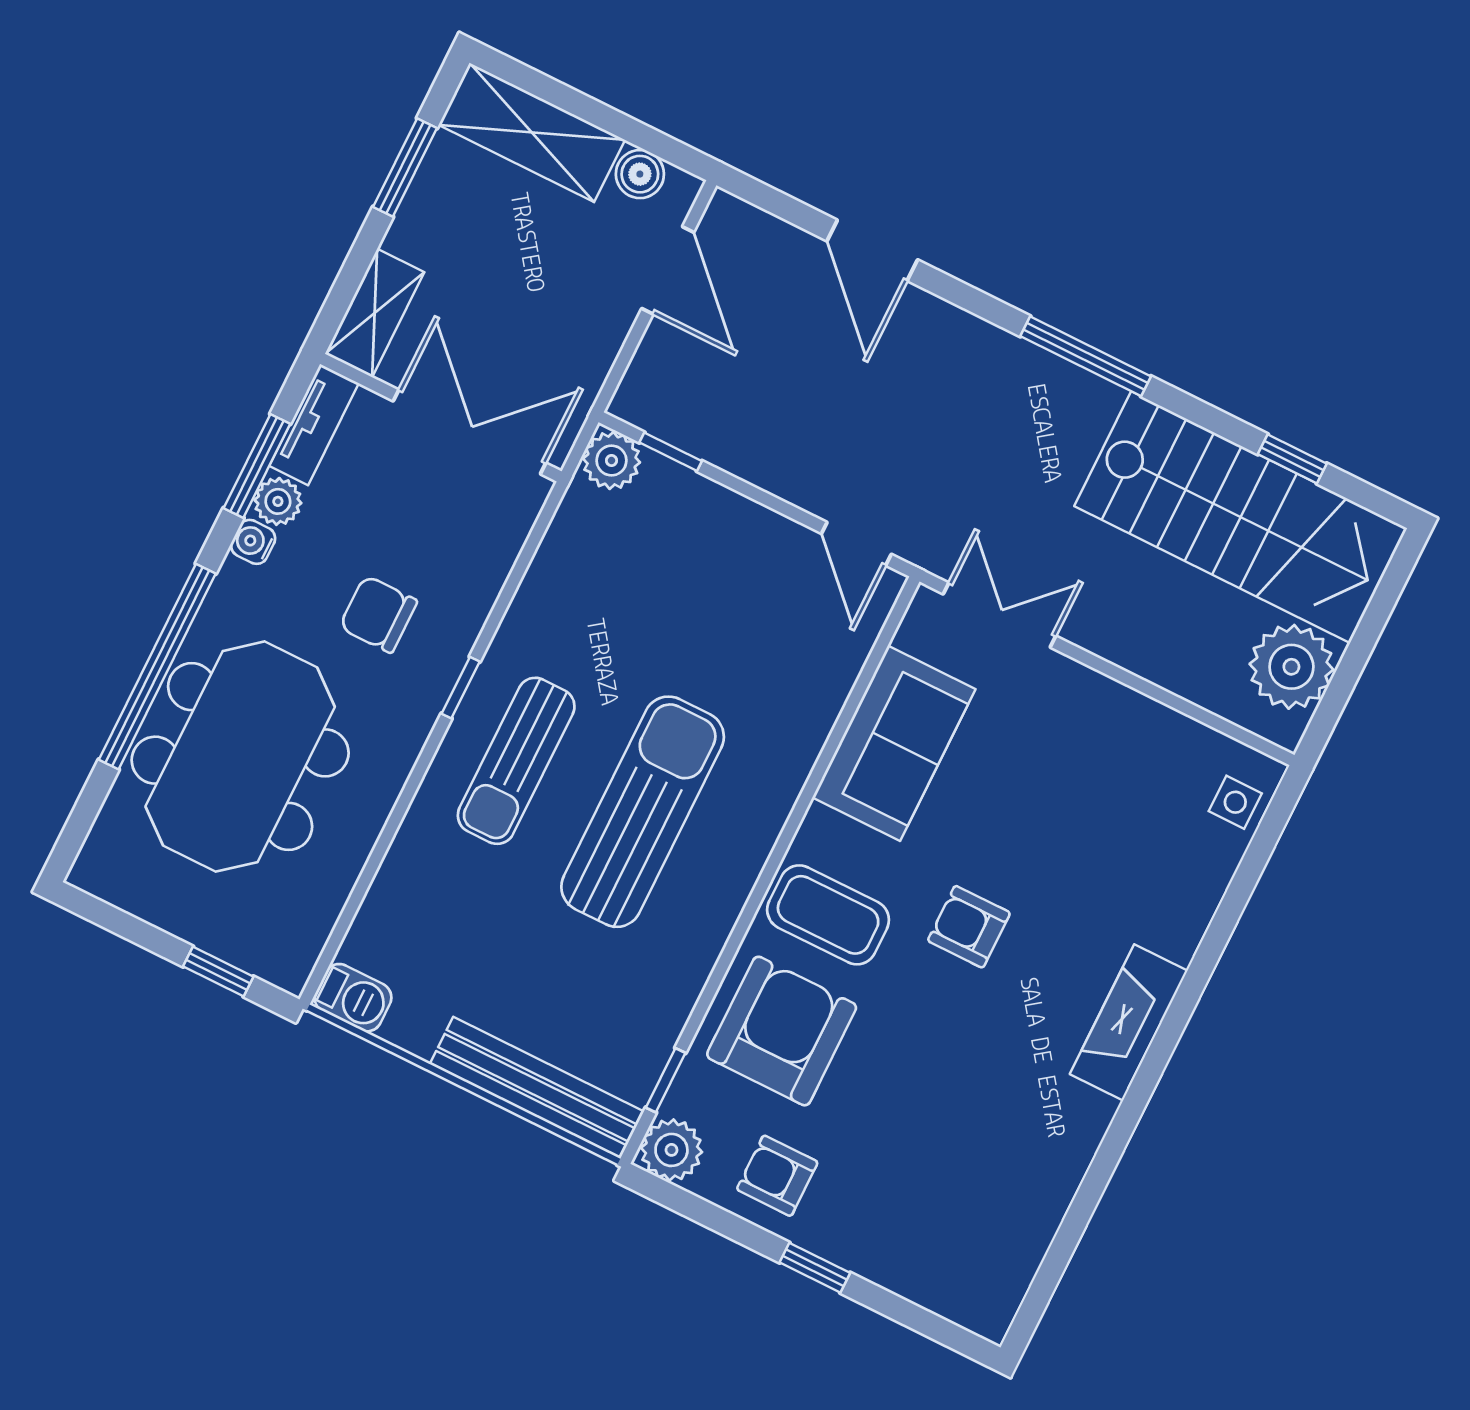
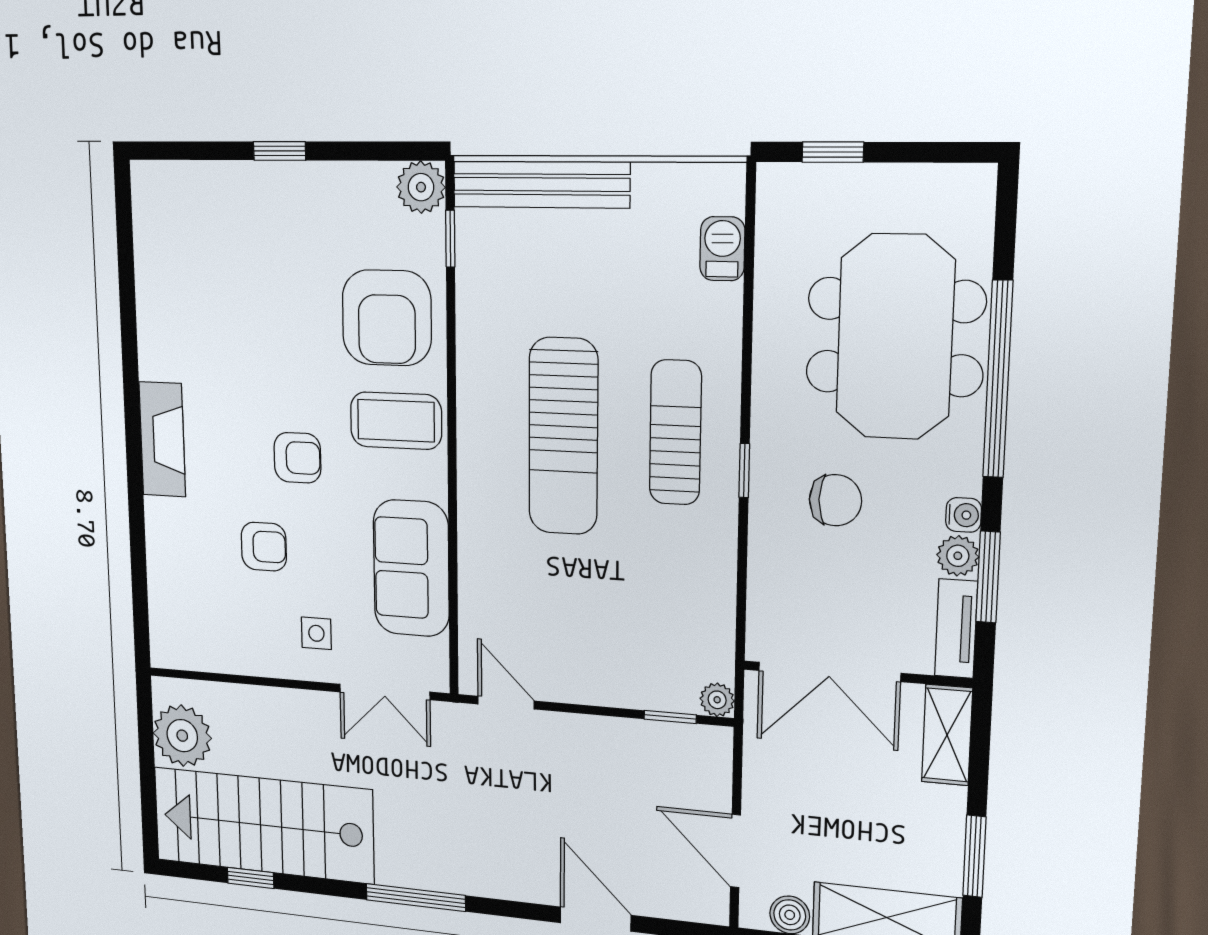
plant: (612, 461) -> (717, 700), width x0.73, depth x0.73
side table: (1235, 802) -> (316, 633), moved
barbecue: (353, 998) -> (722, 249), moved, turned 90
armchair: (777, 1176) -> (264, 547), moved

